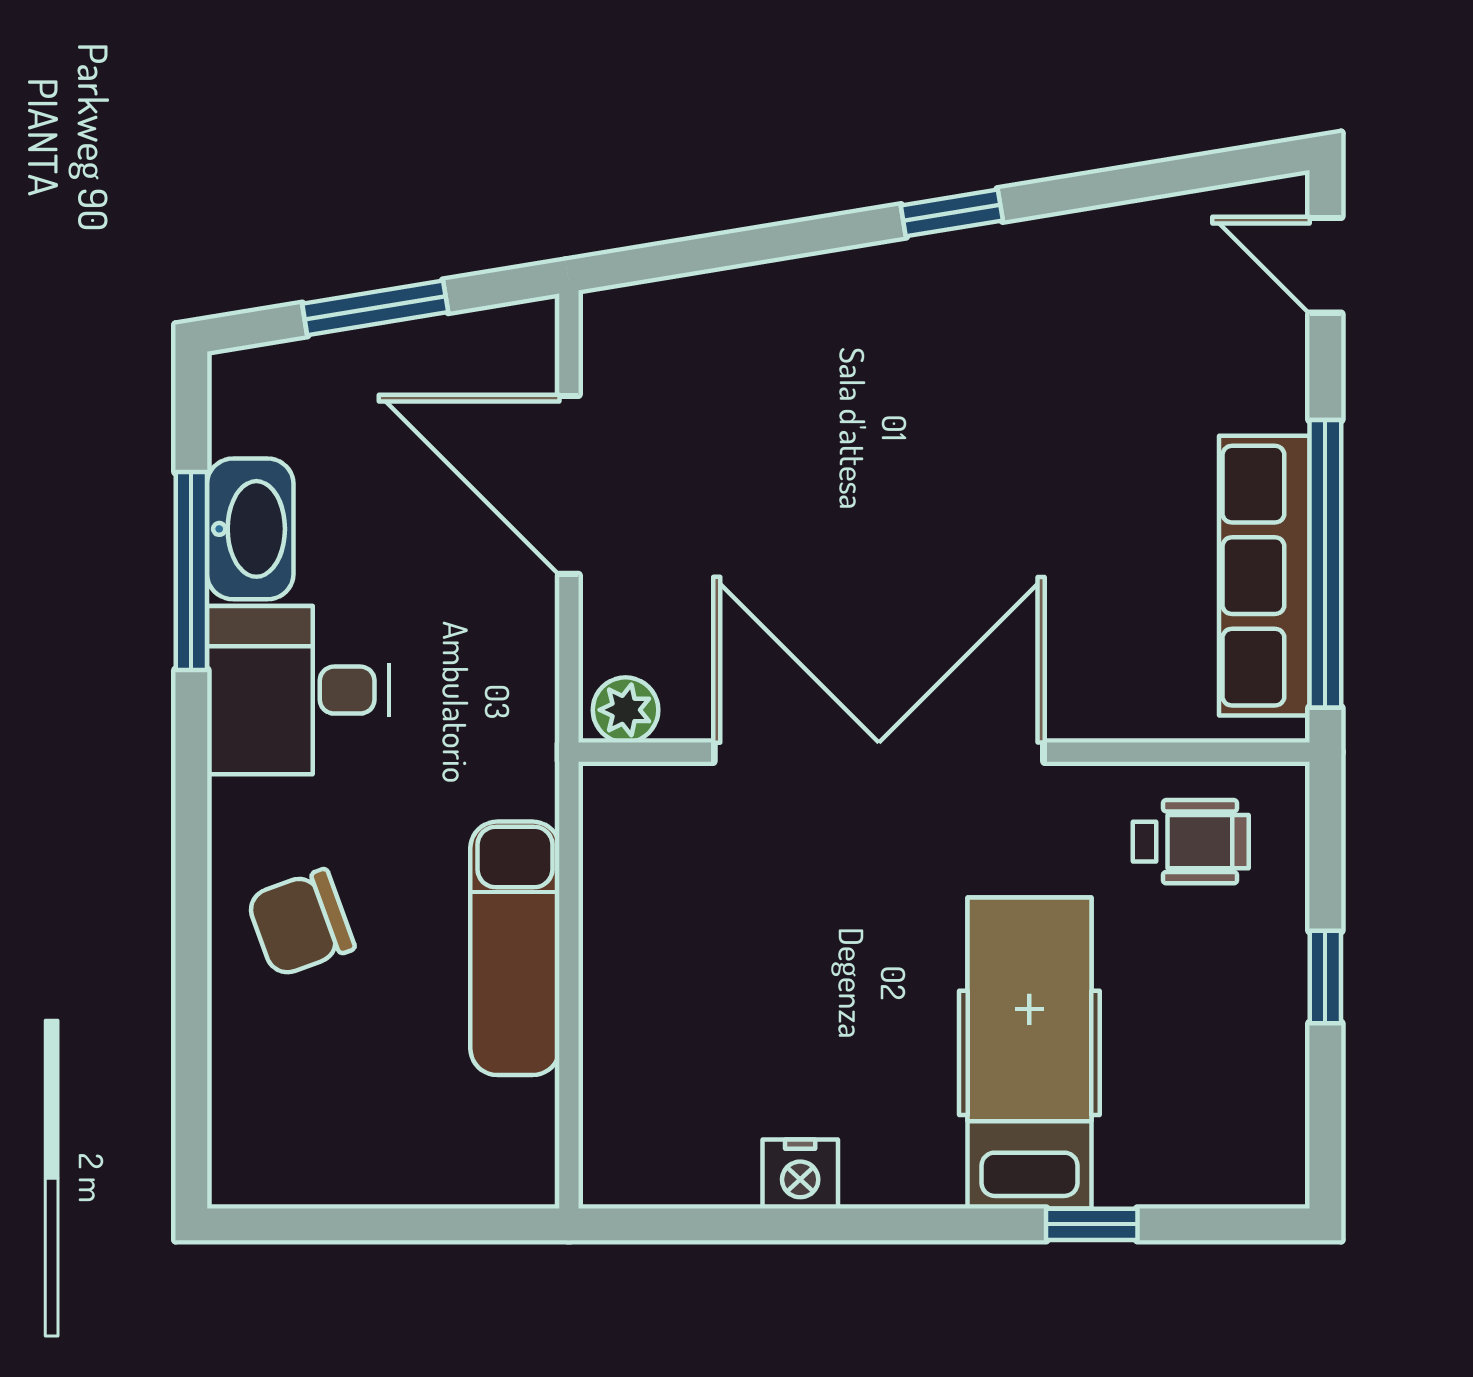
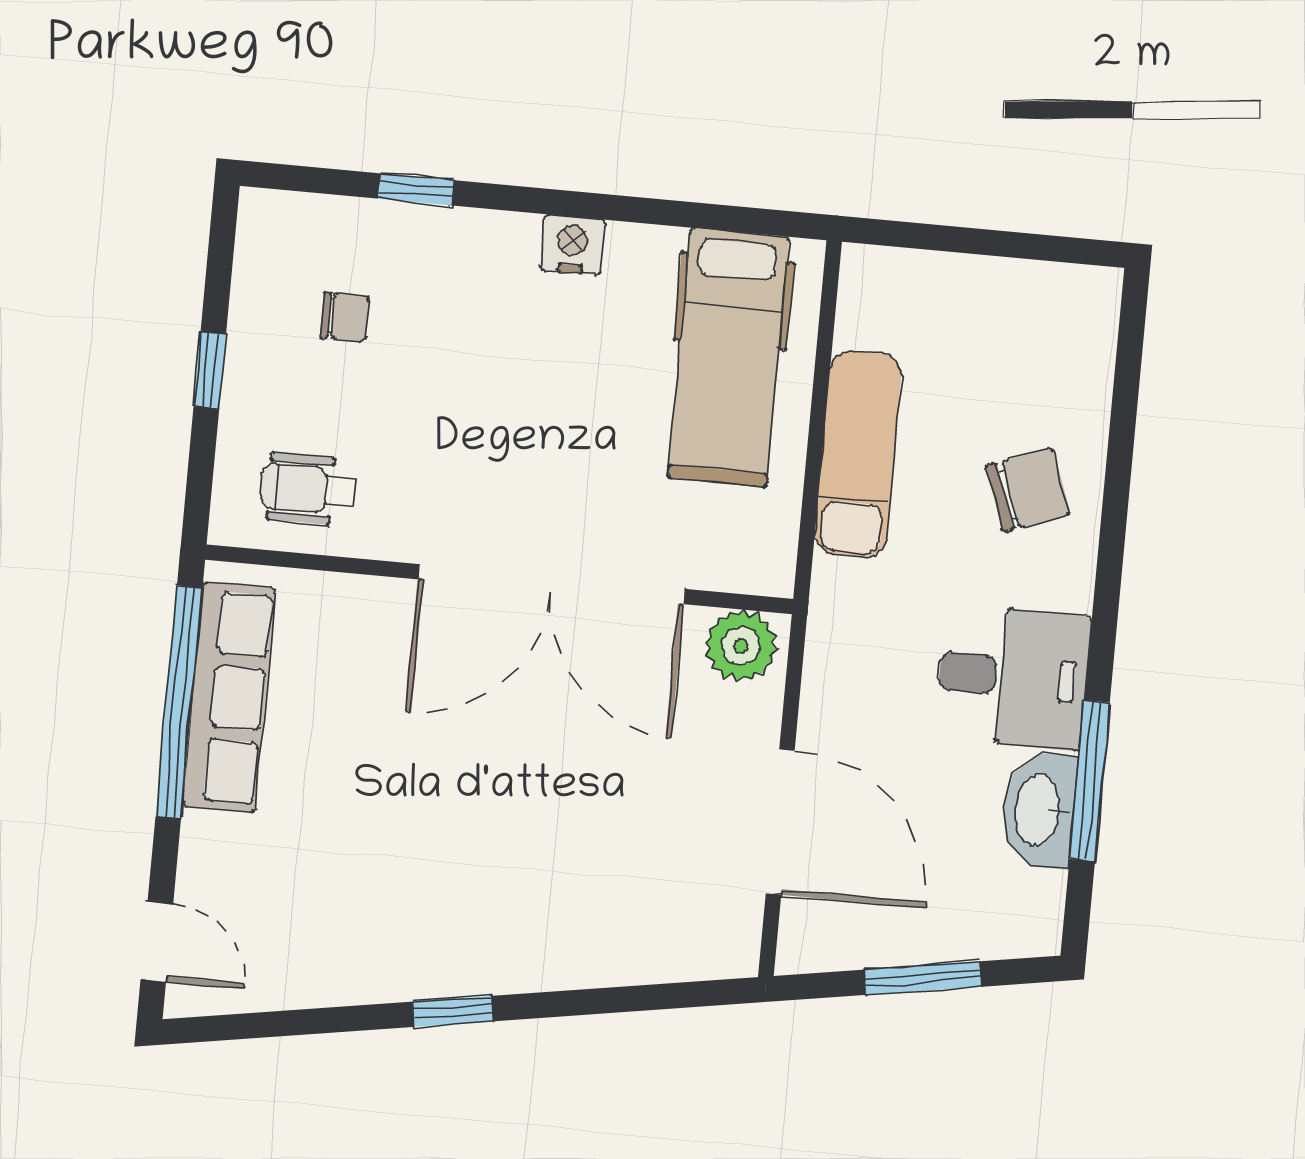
plant: (626, 710) -> (741, 646), width x1.38, depth x1.38
hospital bed: (1029, 1053) -> (729, 357), moved
chair: (1165, 1058) -> (345, 317), added
nightstand: (800, 1174) -> (572, 245), moved

